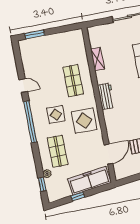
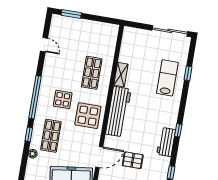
shelving: (98, 59) -> (121, 75), moved
door: (23, 86) -> (44, 45), moved
workbench: (106, 96) -> (118, 112), width x1.88, depth x1.32
window: (42, 184) -> (29, 134), moved

